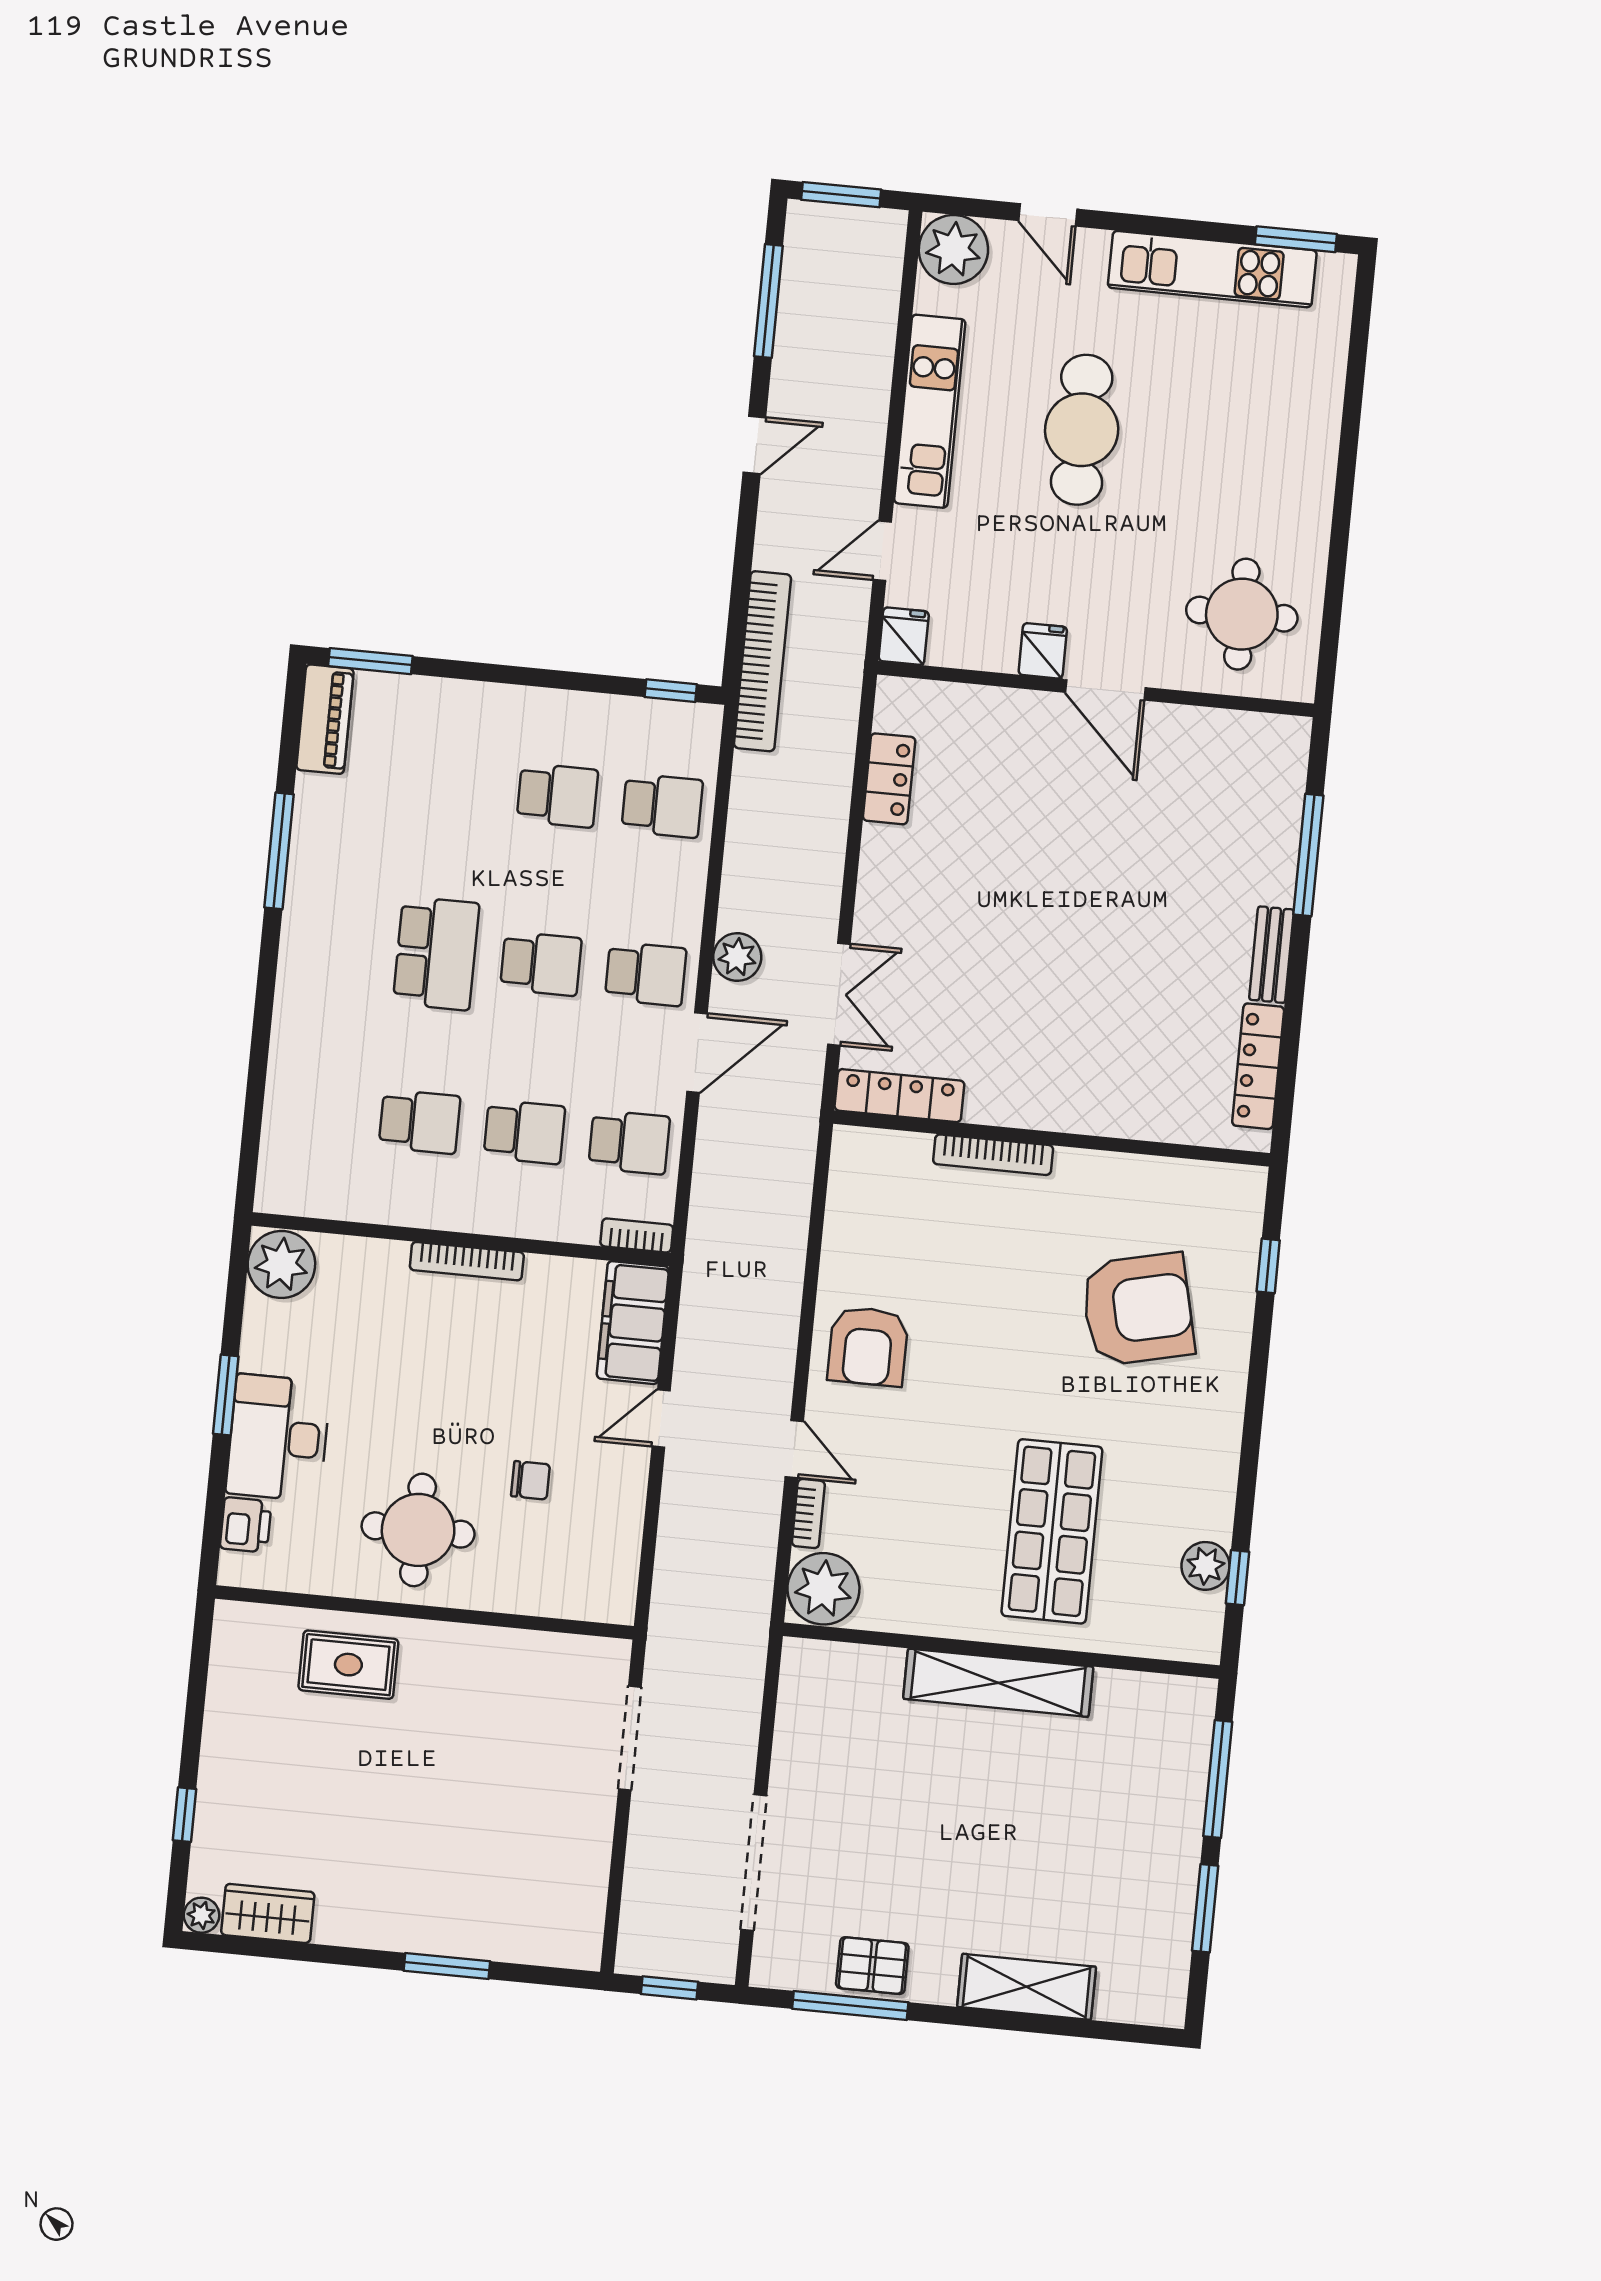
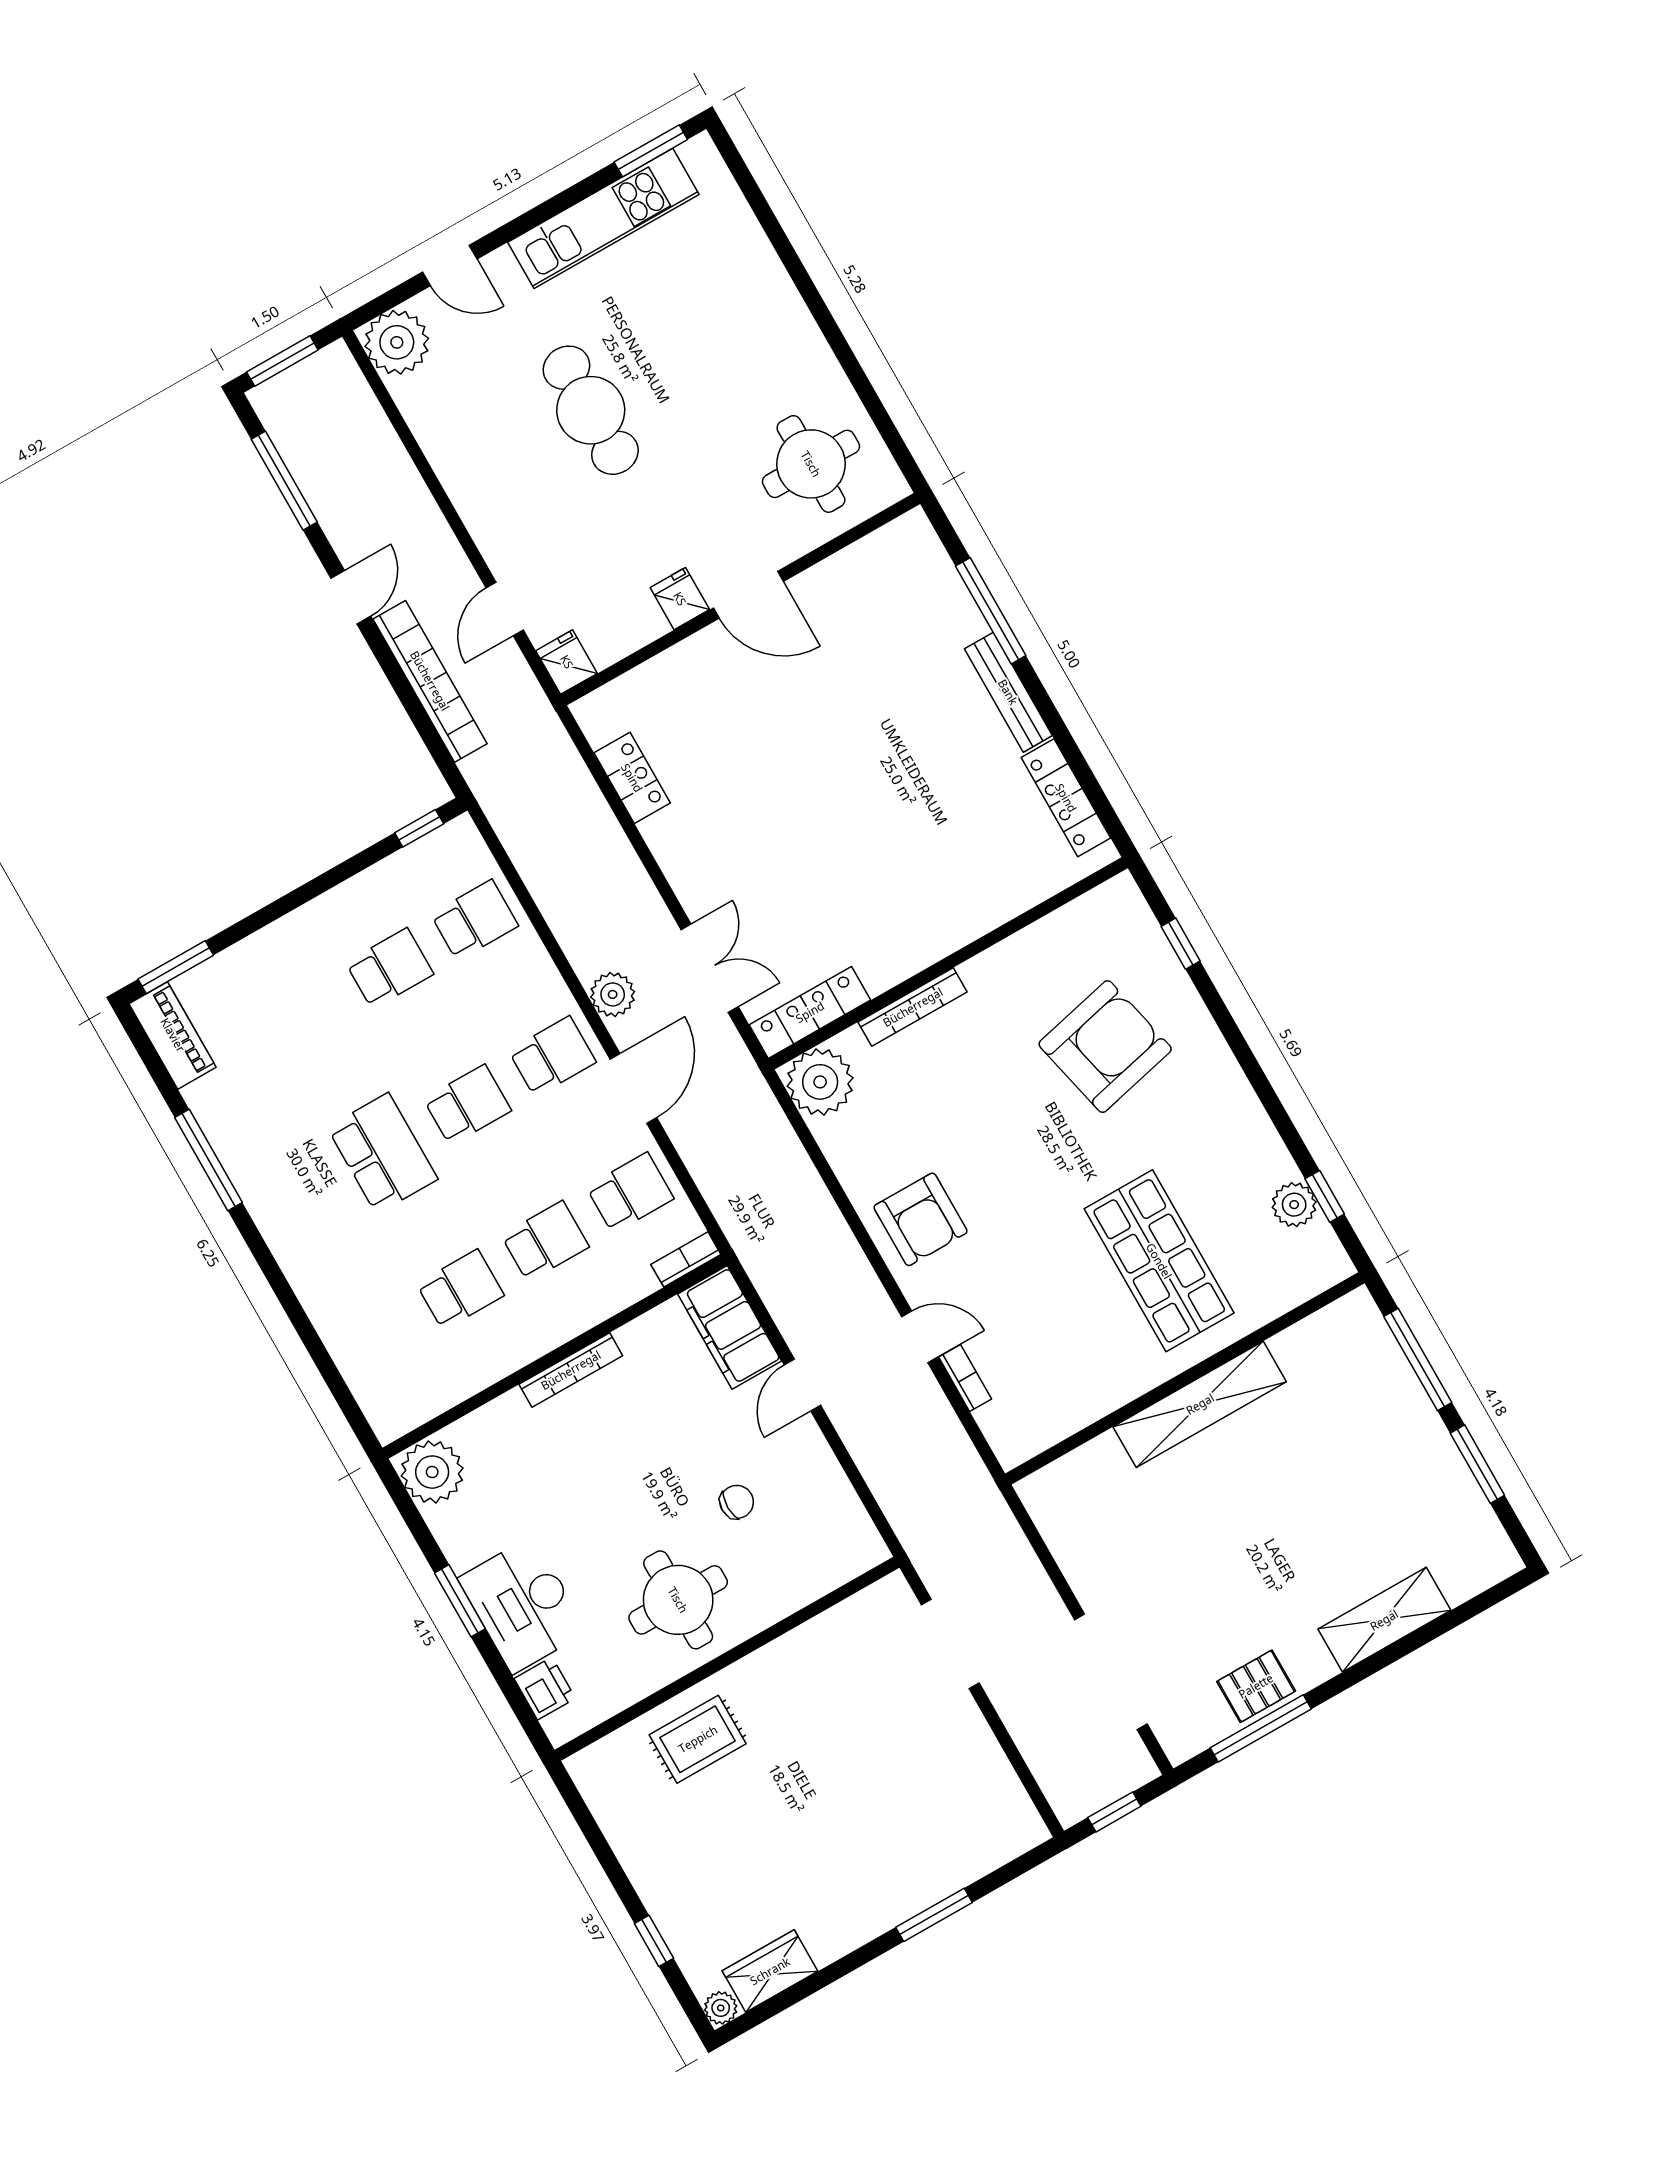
kitchen unit: (930, 411) -> (466, 478), removed
bookcase: (763, 661) -> (430, 681), moved
bench: (1272, 955) -> (1008, 692), width x1.36
plant: (823, 1589) -> (820, 1082), moved

